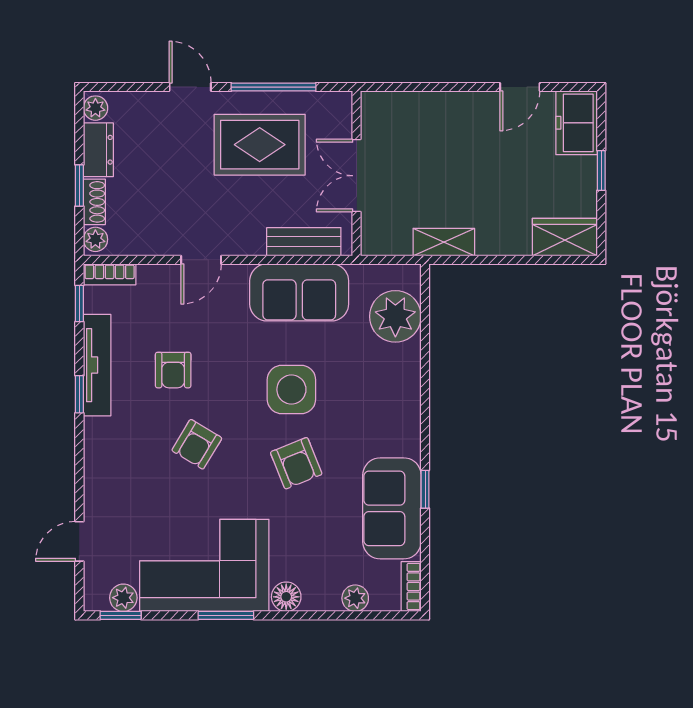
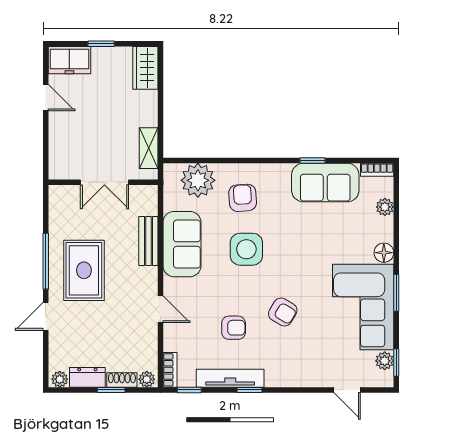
wall: (357, 173) -> (103, 182), moved
double door: (357, 176) -> (104, 182), moved
armchair: (296, 463) -> (243, 198), moved, turned -72

